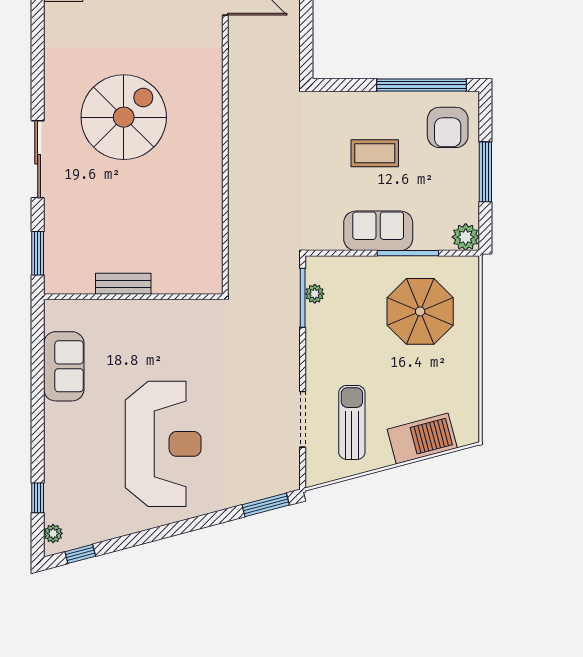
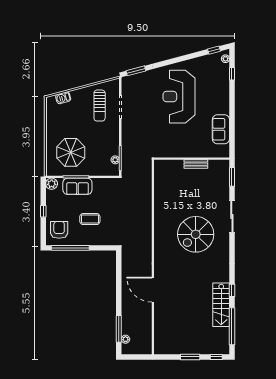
window: (485, 172) -> (43, 211), width x0.46
sofa: (378, 231) -> (77, 186), moved
barbecue: (422, 439) -> (63, 98), width x0.53, depth x0.65

